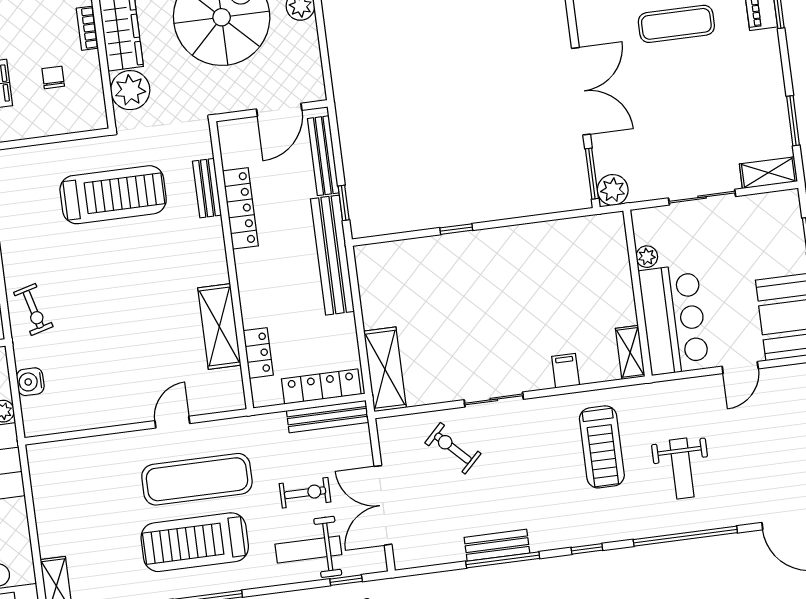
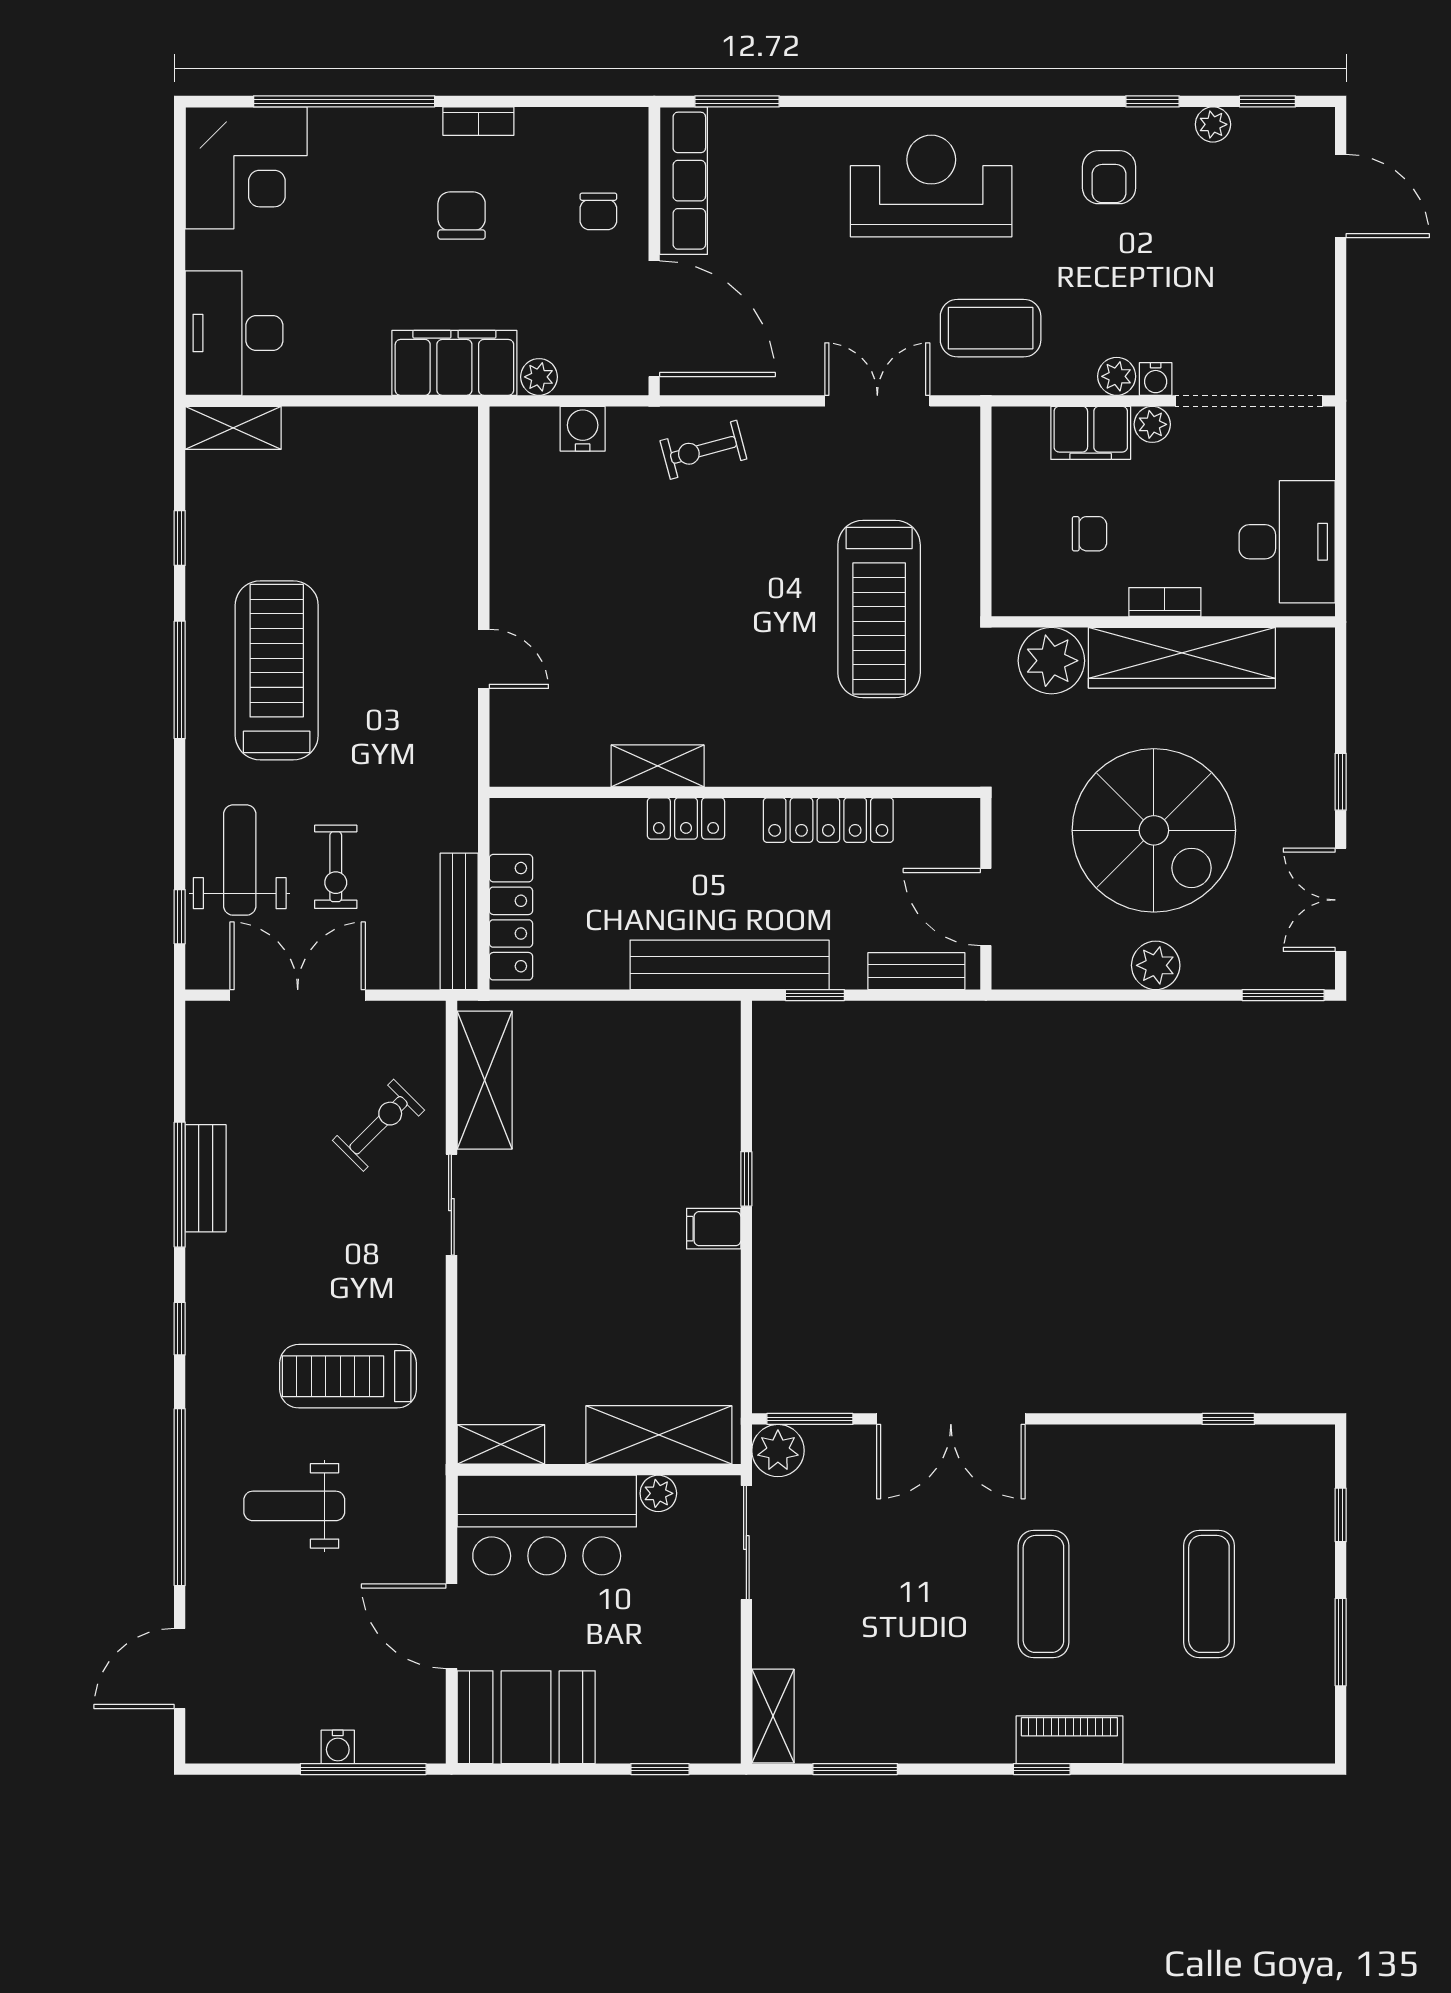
bench: (323, 156) -> (916, 971), width x0.73
bench: (207, 188) -> (870, 768), removed
sliding door: (702, 197) -> (746, 1542), moved
shelving: (613, 261) -> (659, 1435), added
shelving: (219, 326) -> (658, 766), width x0.67, depth x0.75
locker: (258, 353) -> (686, 818), moved
door: (740, 367) -> (451, 1626), width x1.38
shelving: (385, 369) -> (485, 1080), moved, turned 90
filing cabinet: (566, 371) -> (714, 1229), moved, turned 180
exercise mat: (197, 479) -> (382, 688), removed

